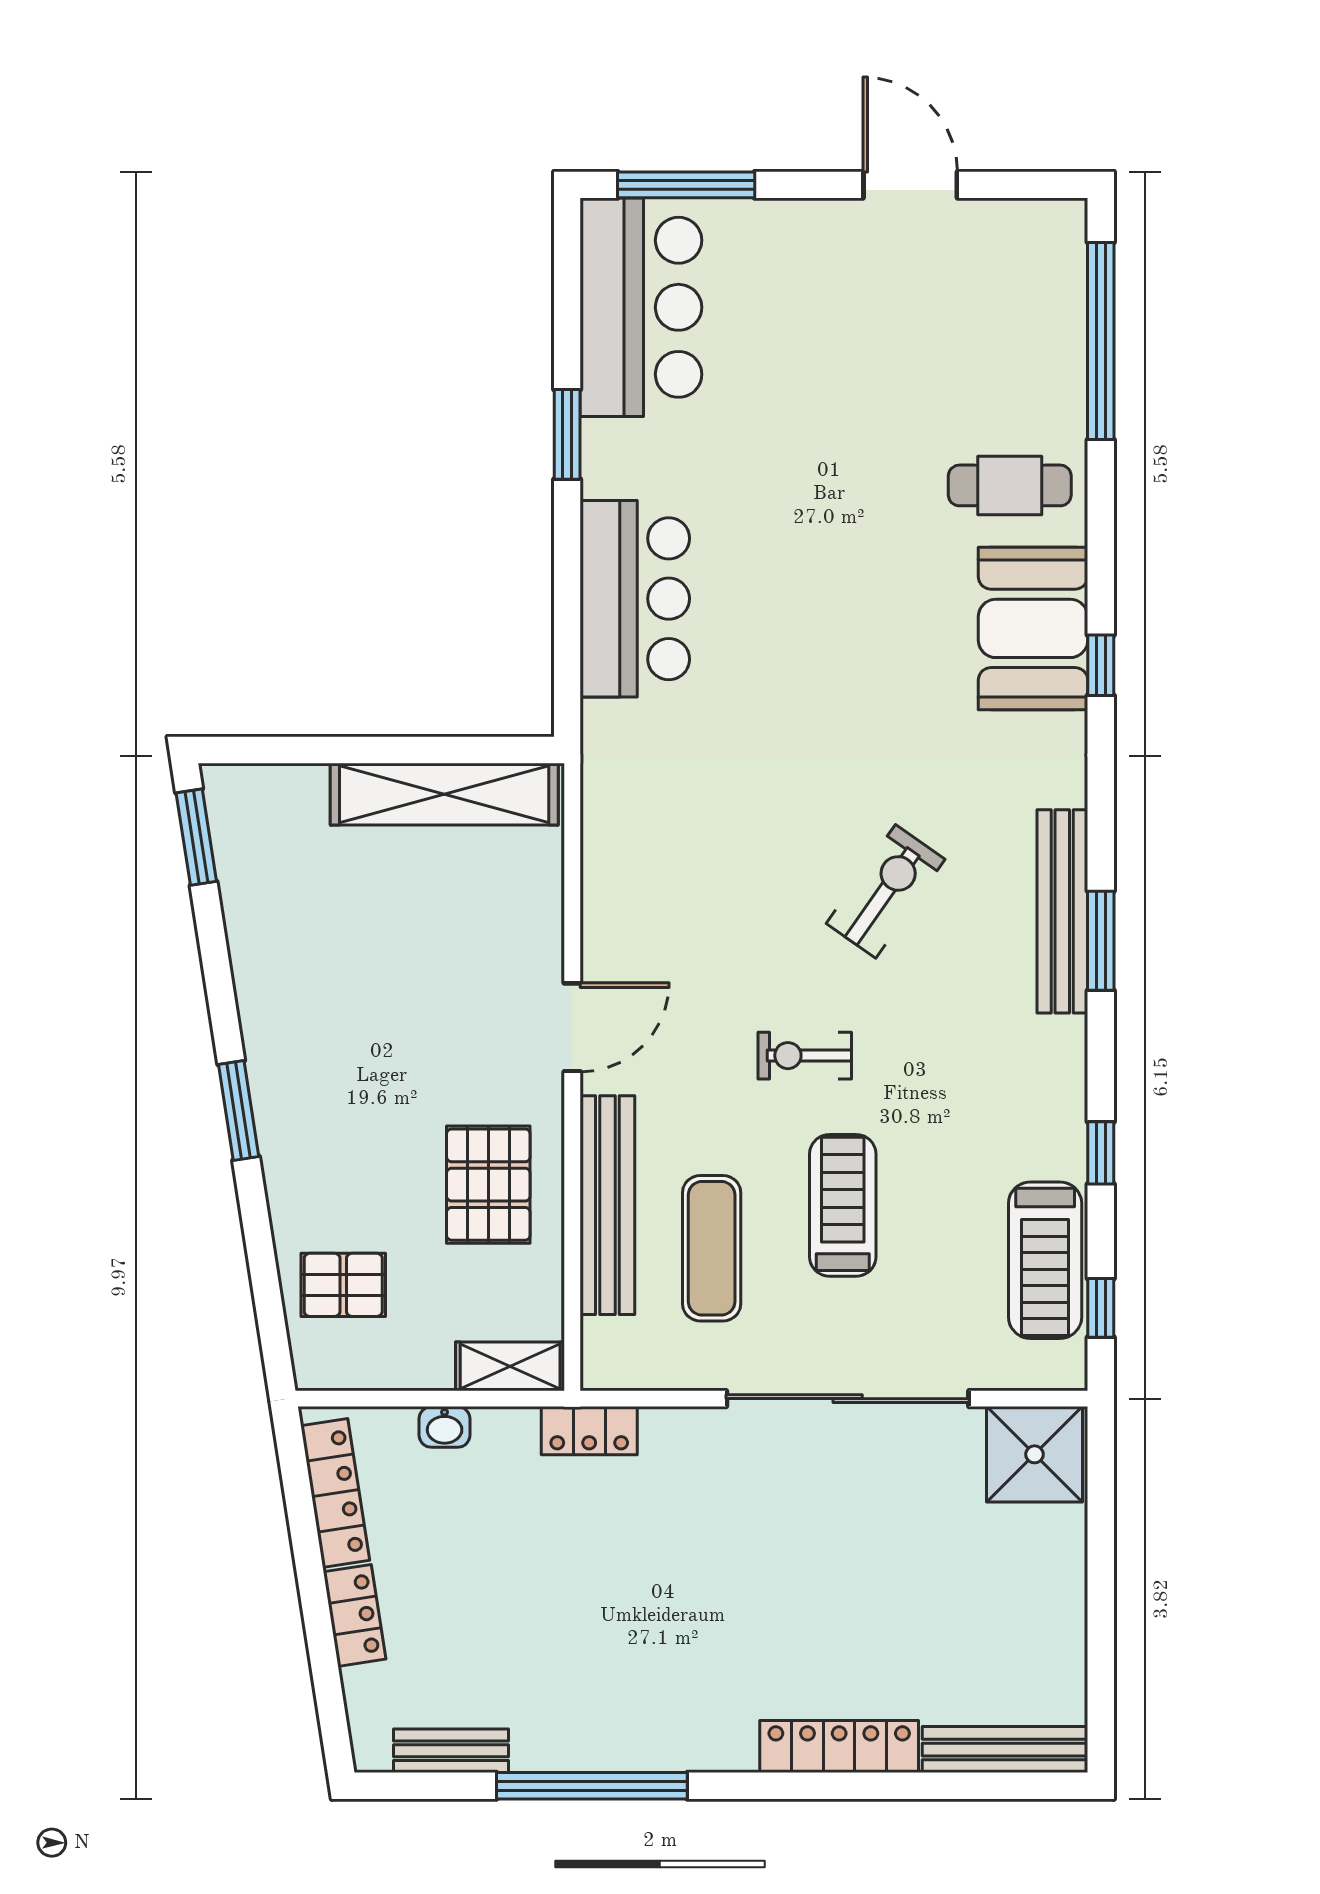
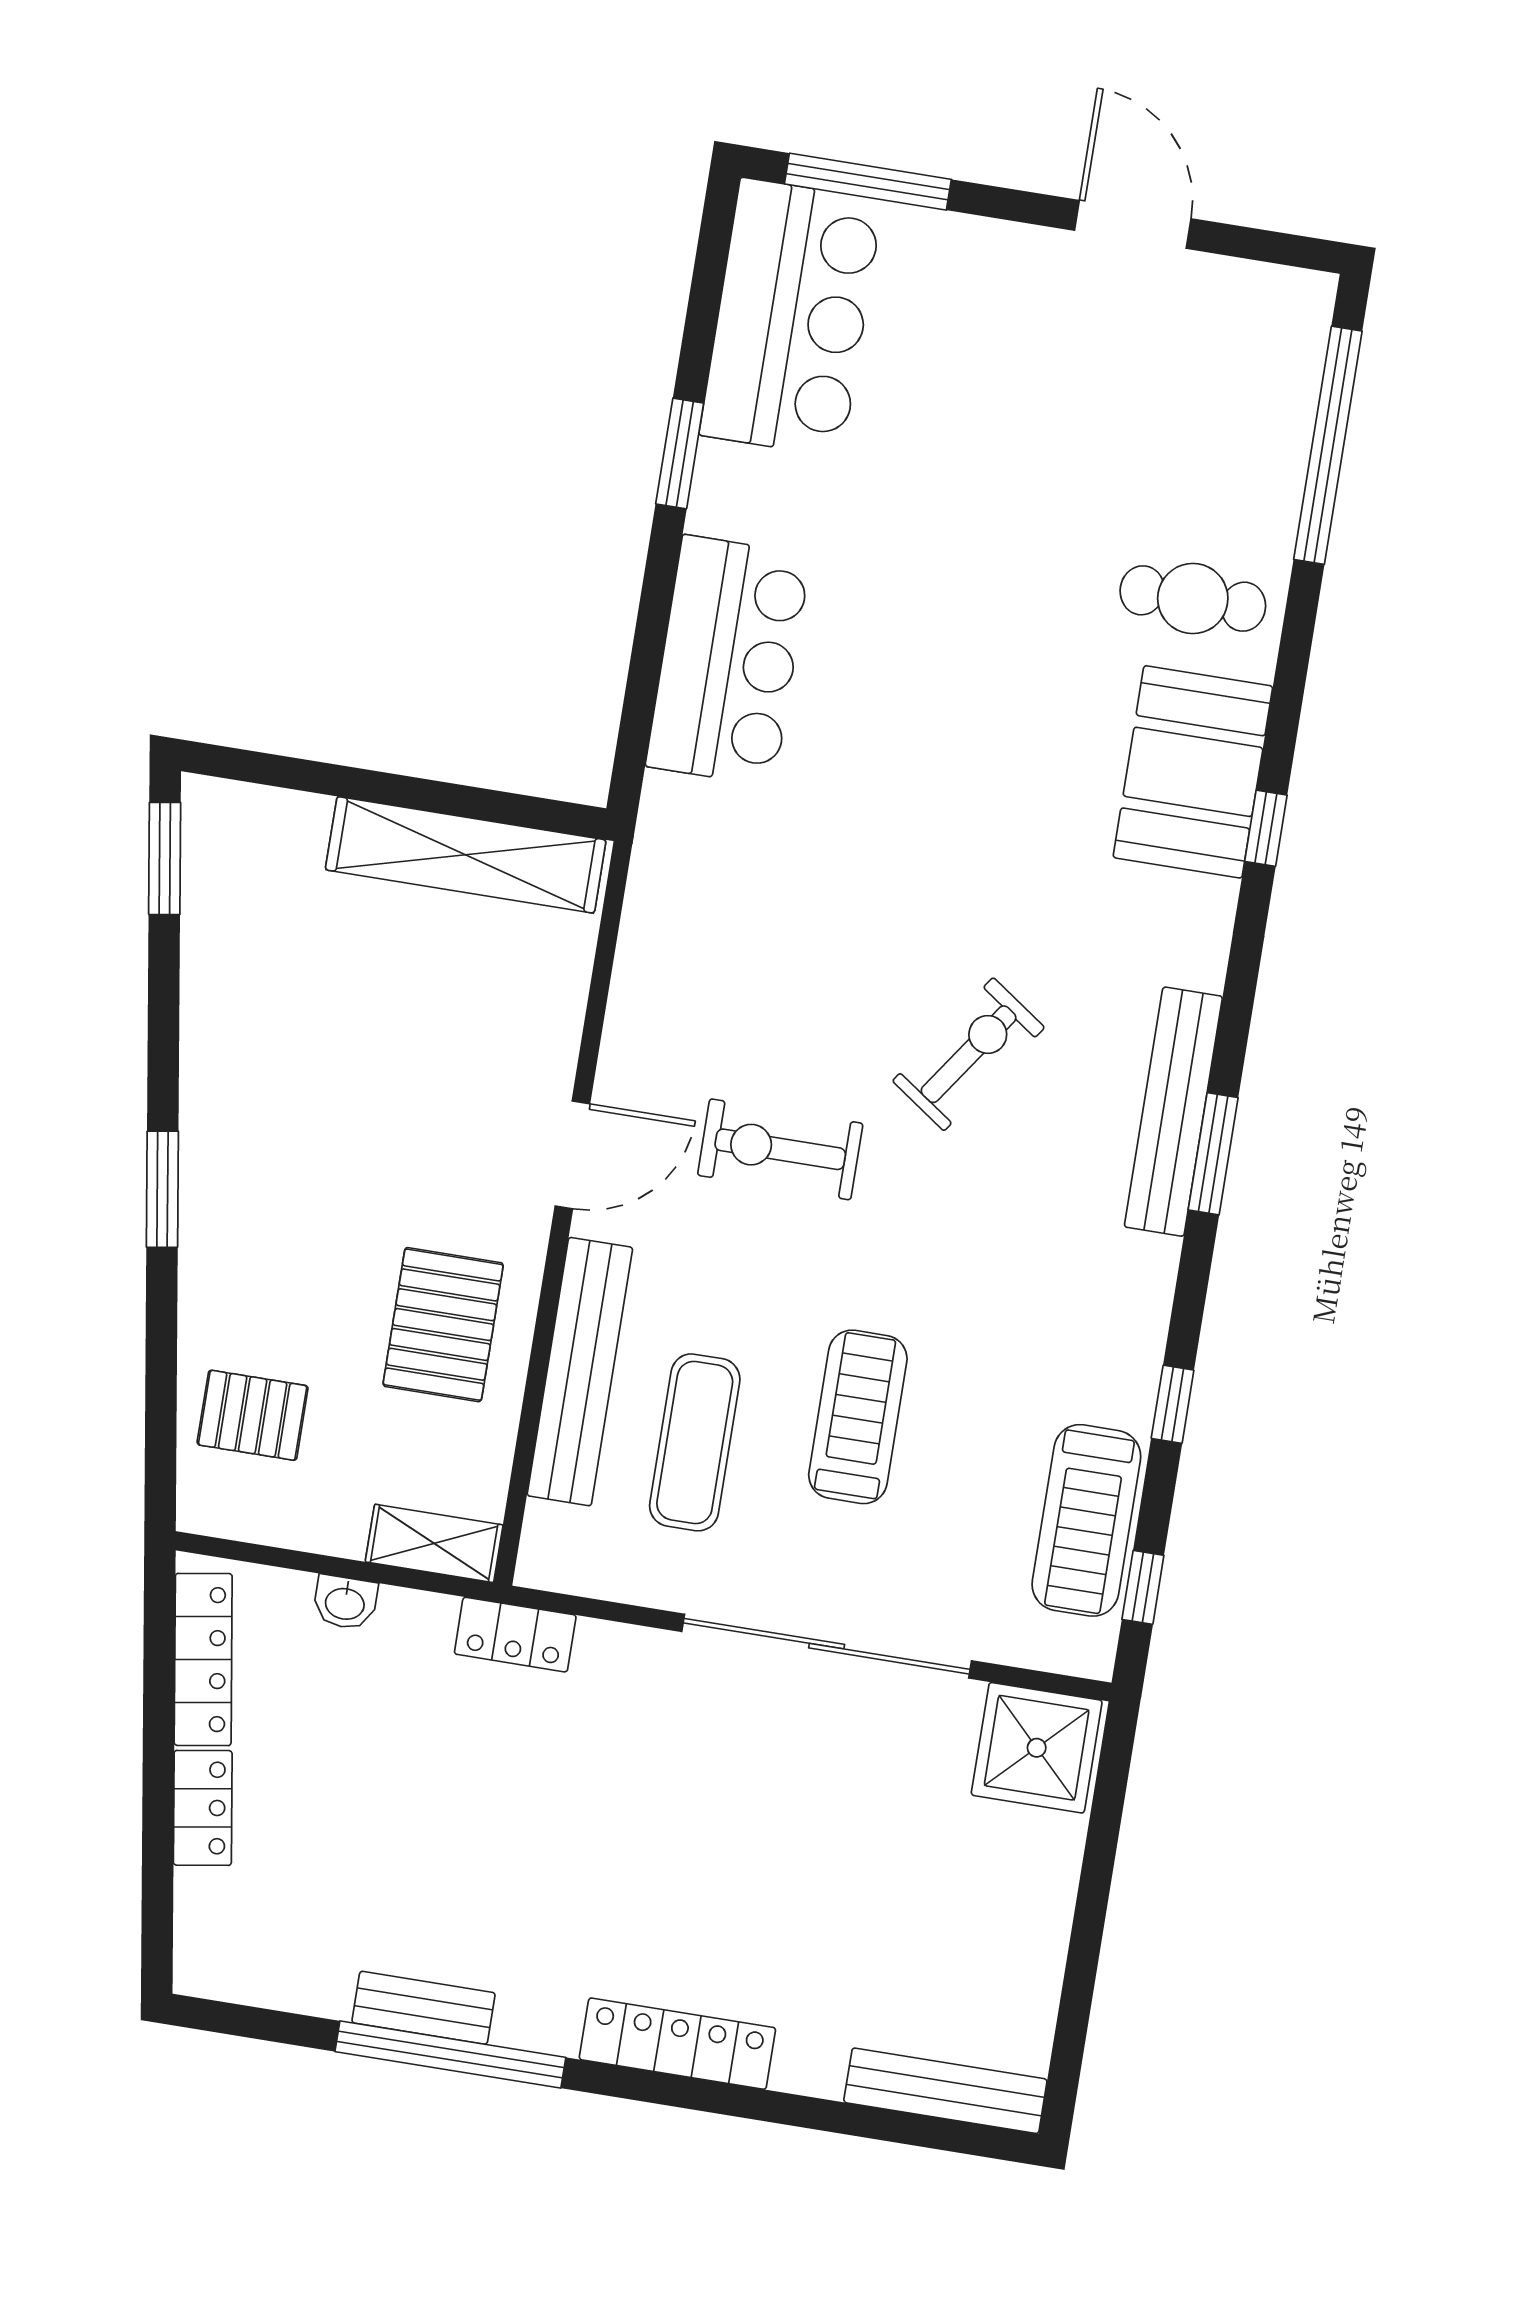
exercise bike: (805, 1056) -> (780, 1149), moved, width x1.38, depth x1.39
locker: (839, 1746) -> (677, 2044), moved
bench: (451, 1751) -> (424, 2008), moved

